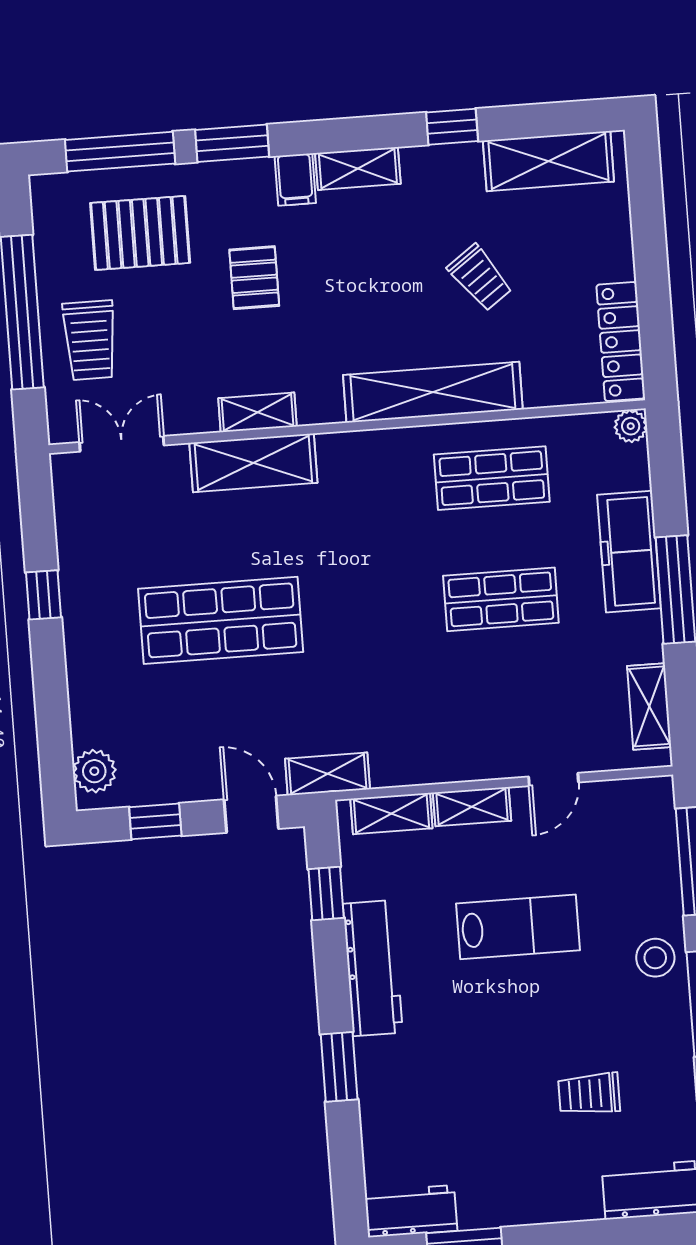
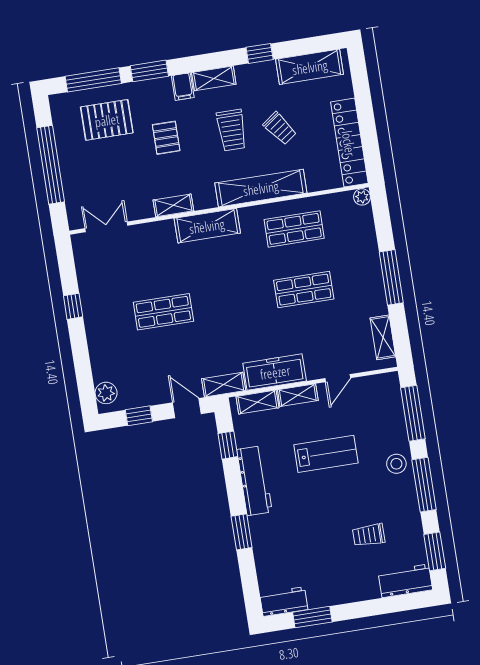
trolley: (90, 340) -> (232, 130), moved
locker: (621, 342) -> (349, 143), width x1.41, depth x1.21
shelving: (253, 463) -> (207, 226), moved
freezer: (629, 552) -> (275, 372), moved, turned 90
shop shelf: (221, 620) -> (163, 312), width x0.70, depth x0.74

